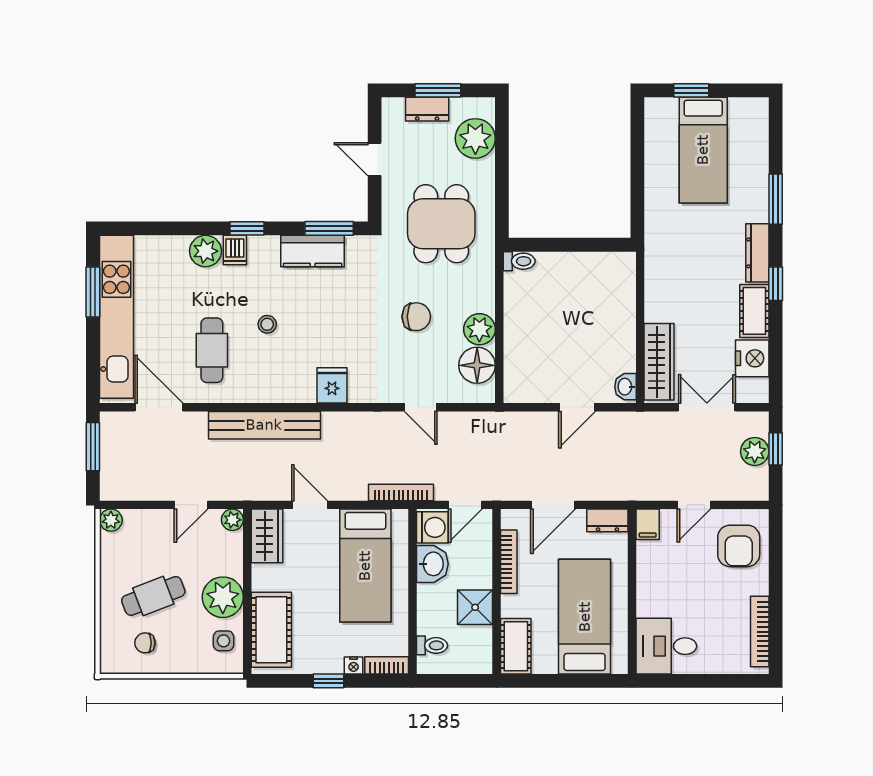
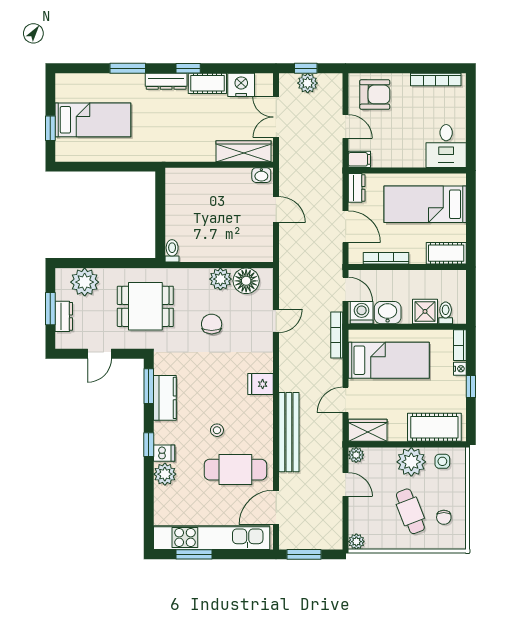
cafe table: (212, 350) -> (235, 470), width x1.37, depth x1.35
shower: (475, 607) -> (425, 311), moved

